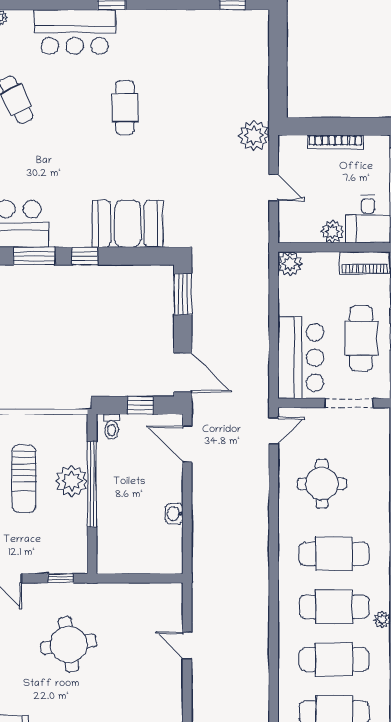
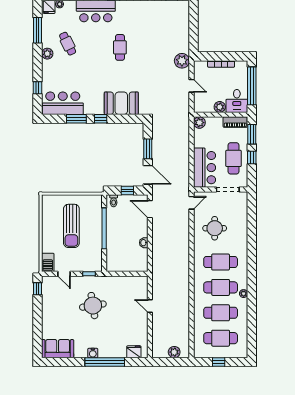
window: (183, 294) -> (148, 149), moved
sun lounger: (24, 479) -> (71, 226), width x1.36, depth x1.34
plant: (72, 481) -> (94, 227), removed

